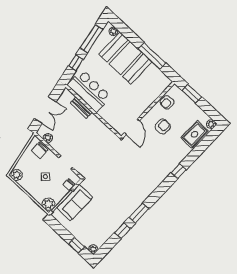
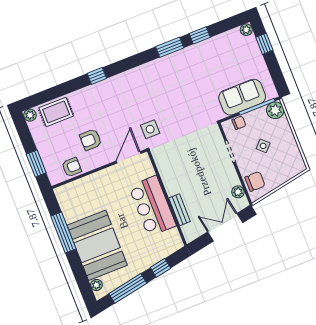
bar counter: (89, 91) -> (152, 206), moved
side table: (126, 152) -> (150, 129), added
plant: (17, 175) -> (298, 164), removed

